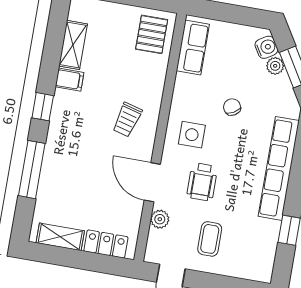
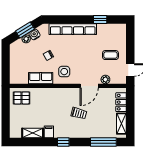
water cooler: (266, 47) -> (35, 34), moved
row of seats: (193, 48) -> (41, 78), moved
trolley: (127, 120) -> (79, 113), moved
window: (32, 170) -> (103, 142), moved
wheelchair: (202, 182) -> (85, 63), removed

